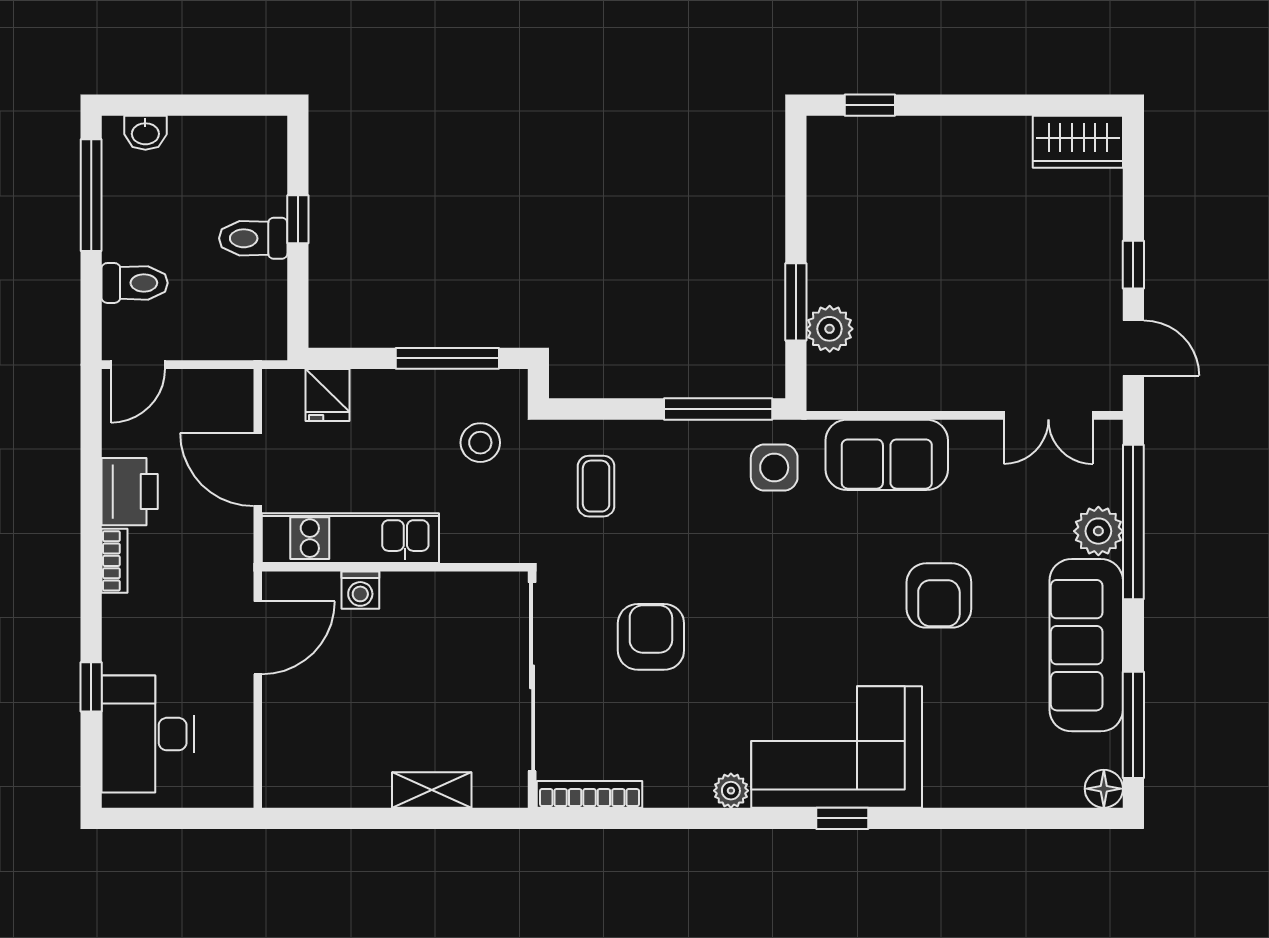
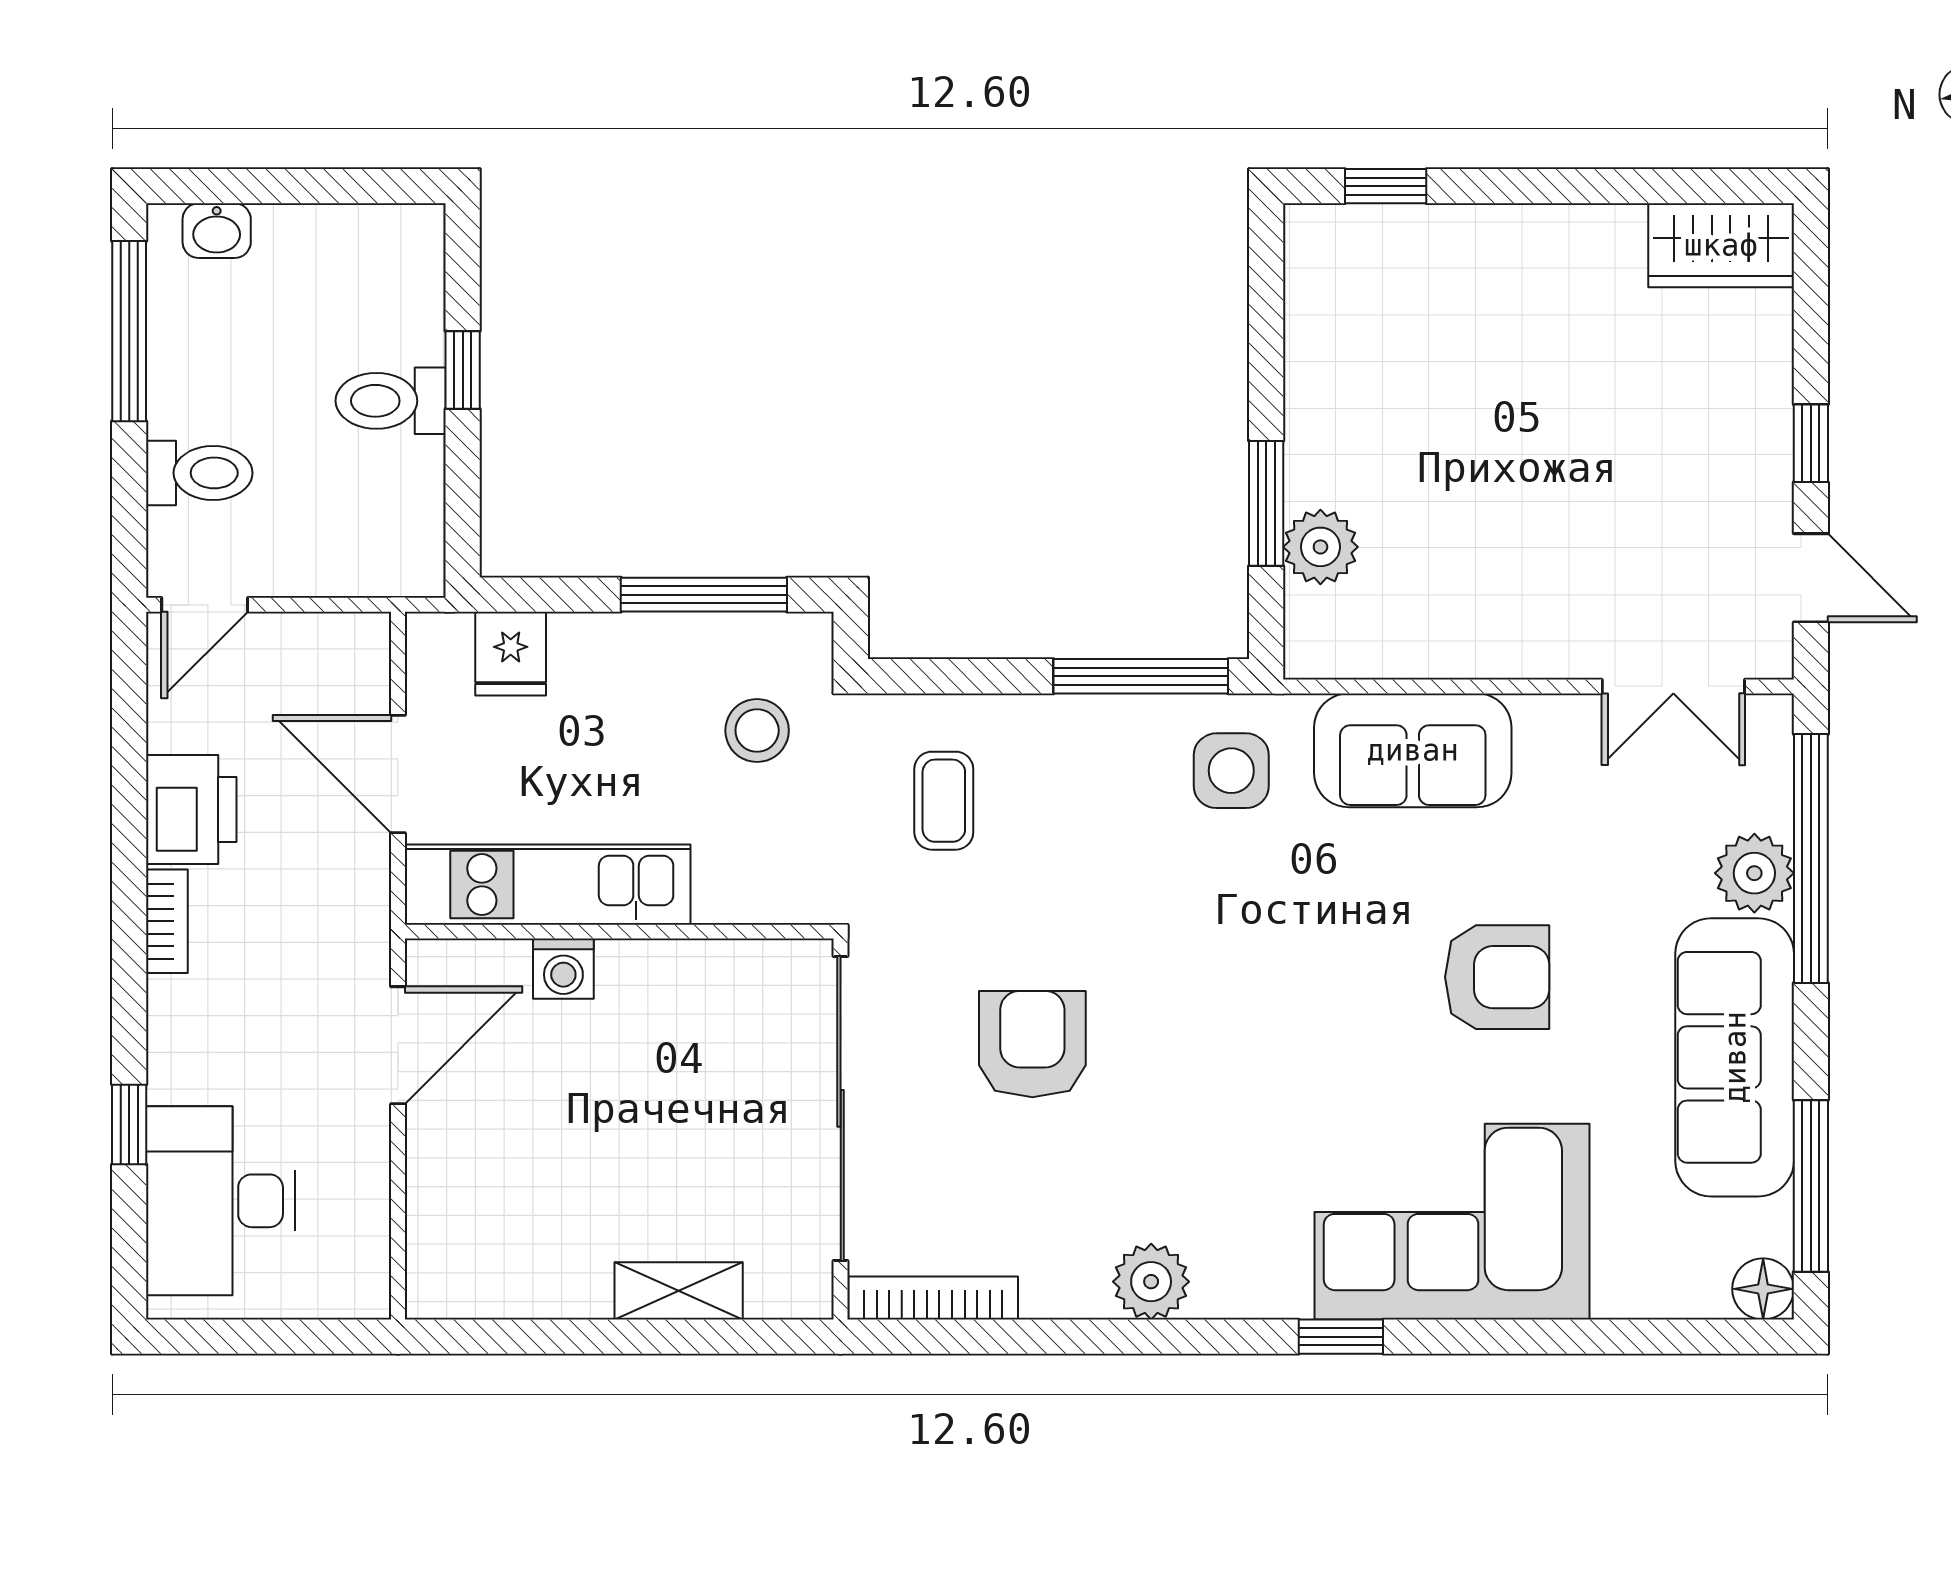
armchair: (939, 595) -> (1497, 977), turned -90
corner sofa: (837, 747) -> (1452, 1222), moved
plant: (731, 791) -> (1151, 1282), width x1.38, depth x1.38

